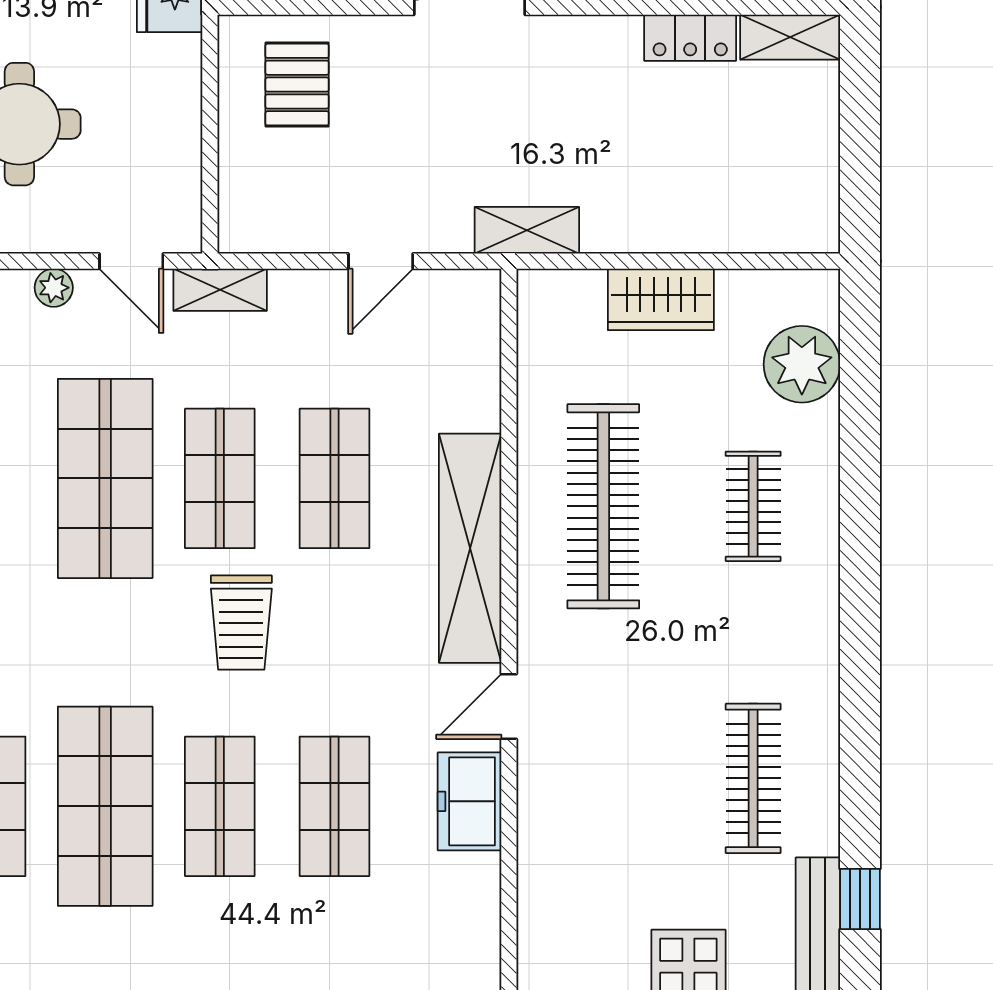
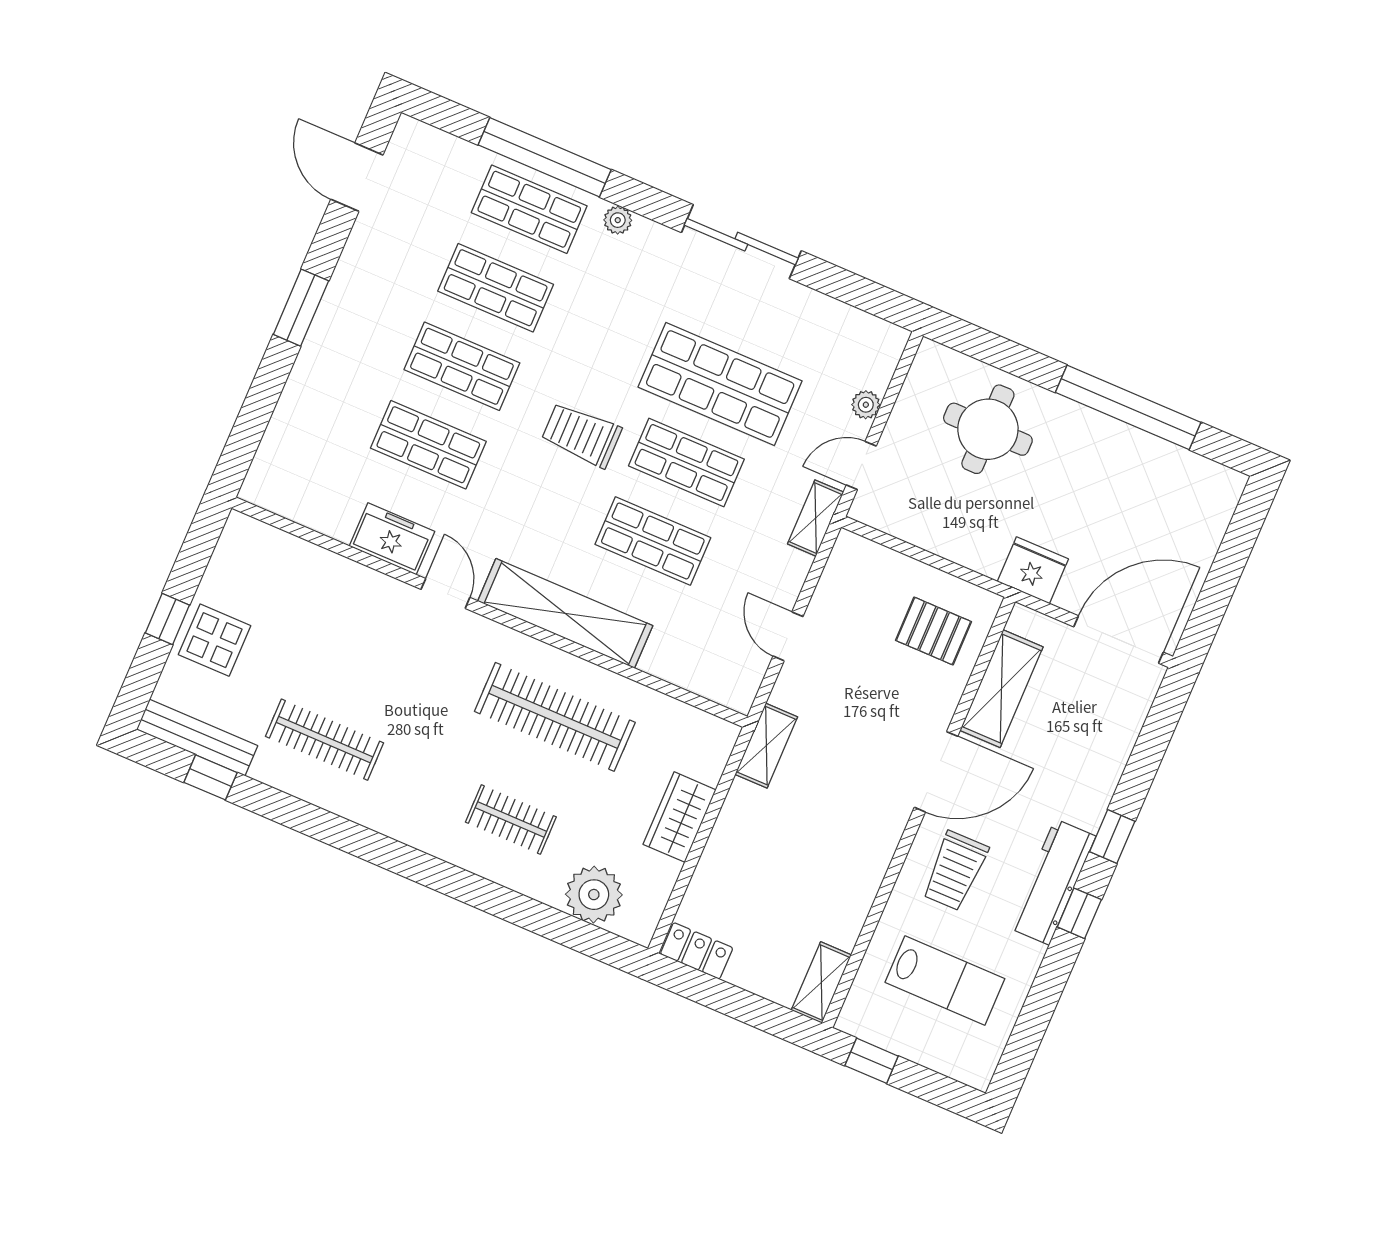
locker: (690, 38) -> (697, 951), moved, turned 90
shop shelf: (105, 806) -> (496, 288), width x0.70, depth x0.74

